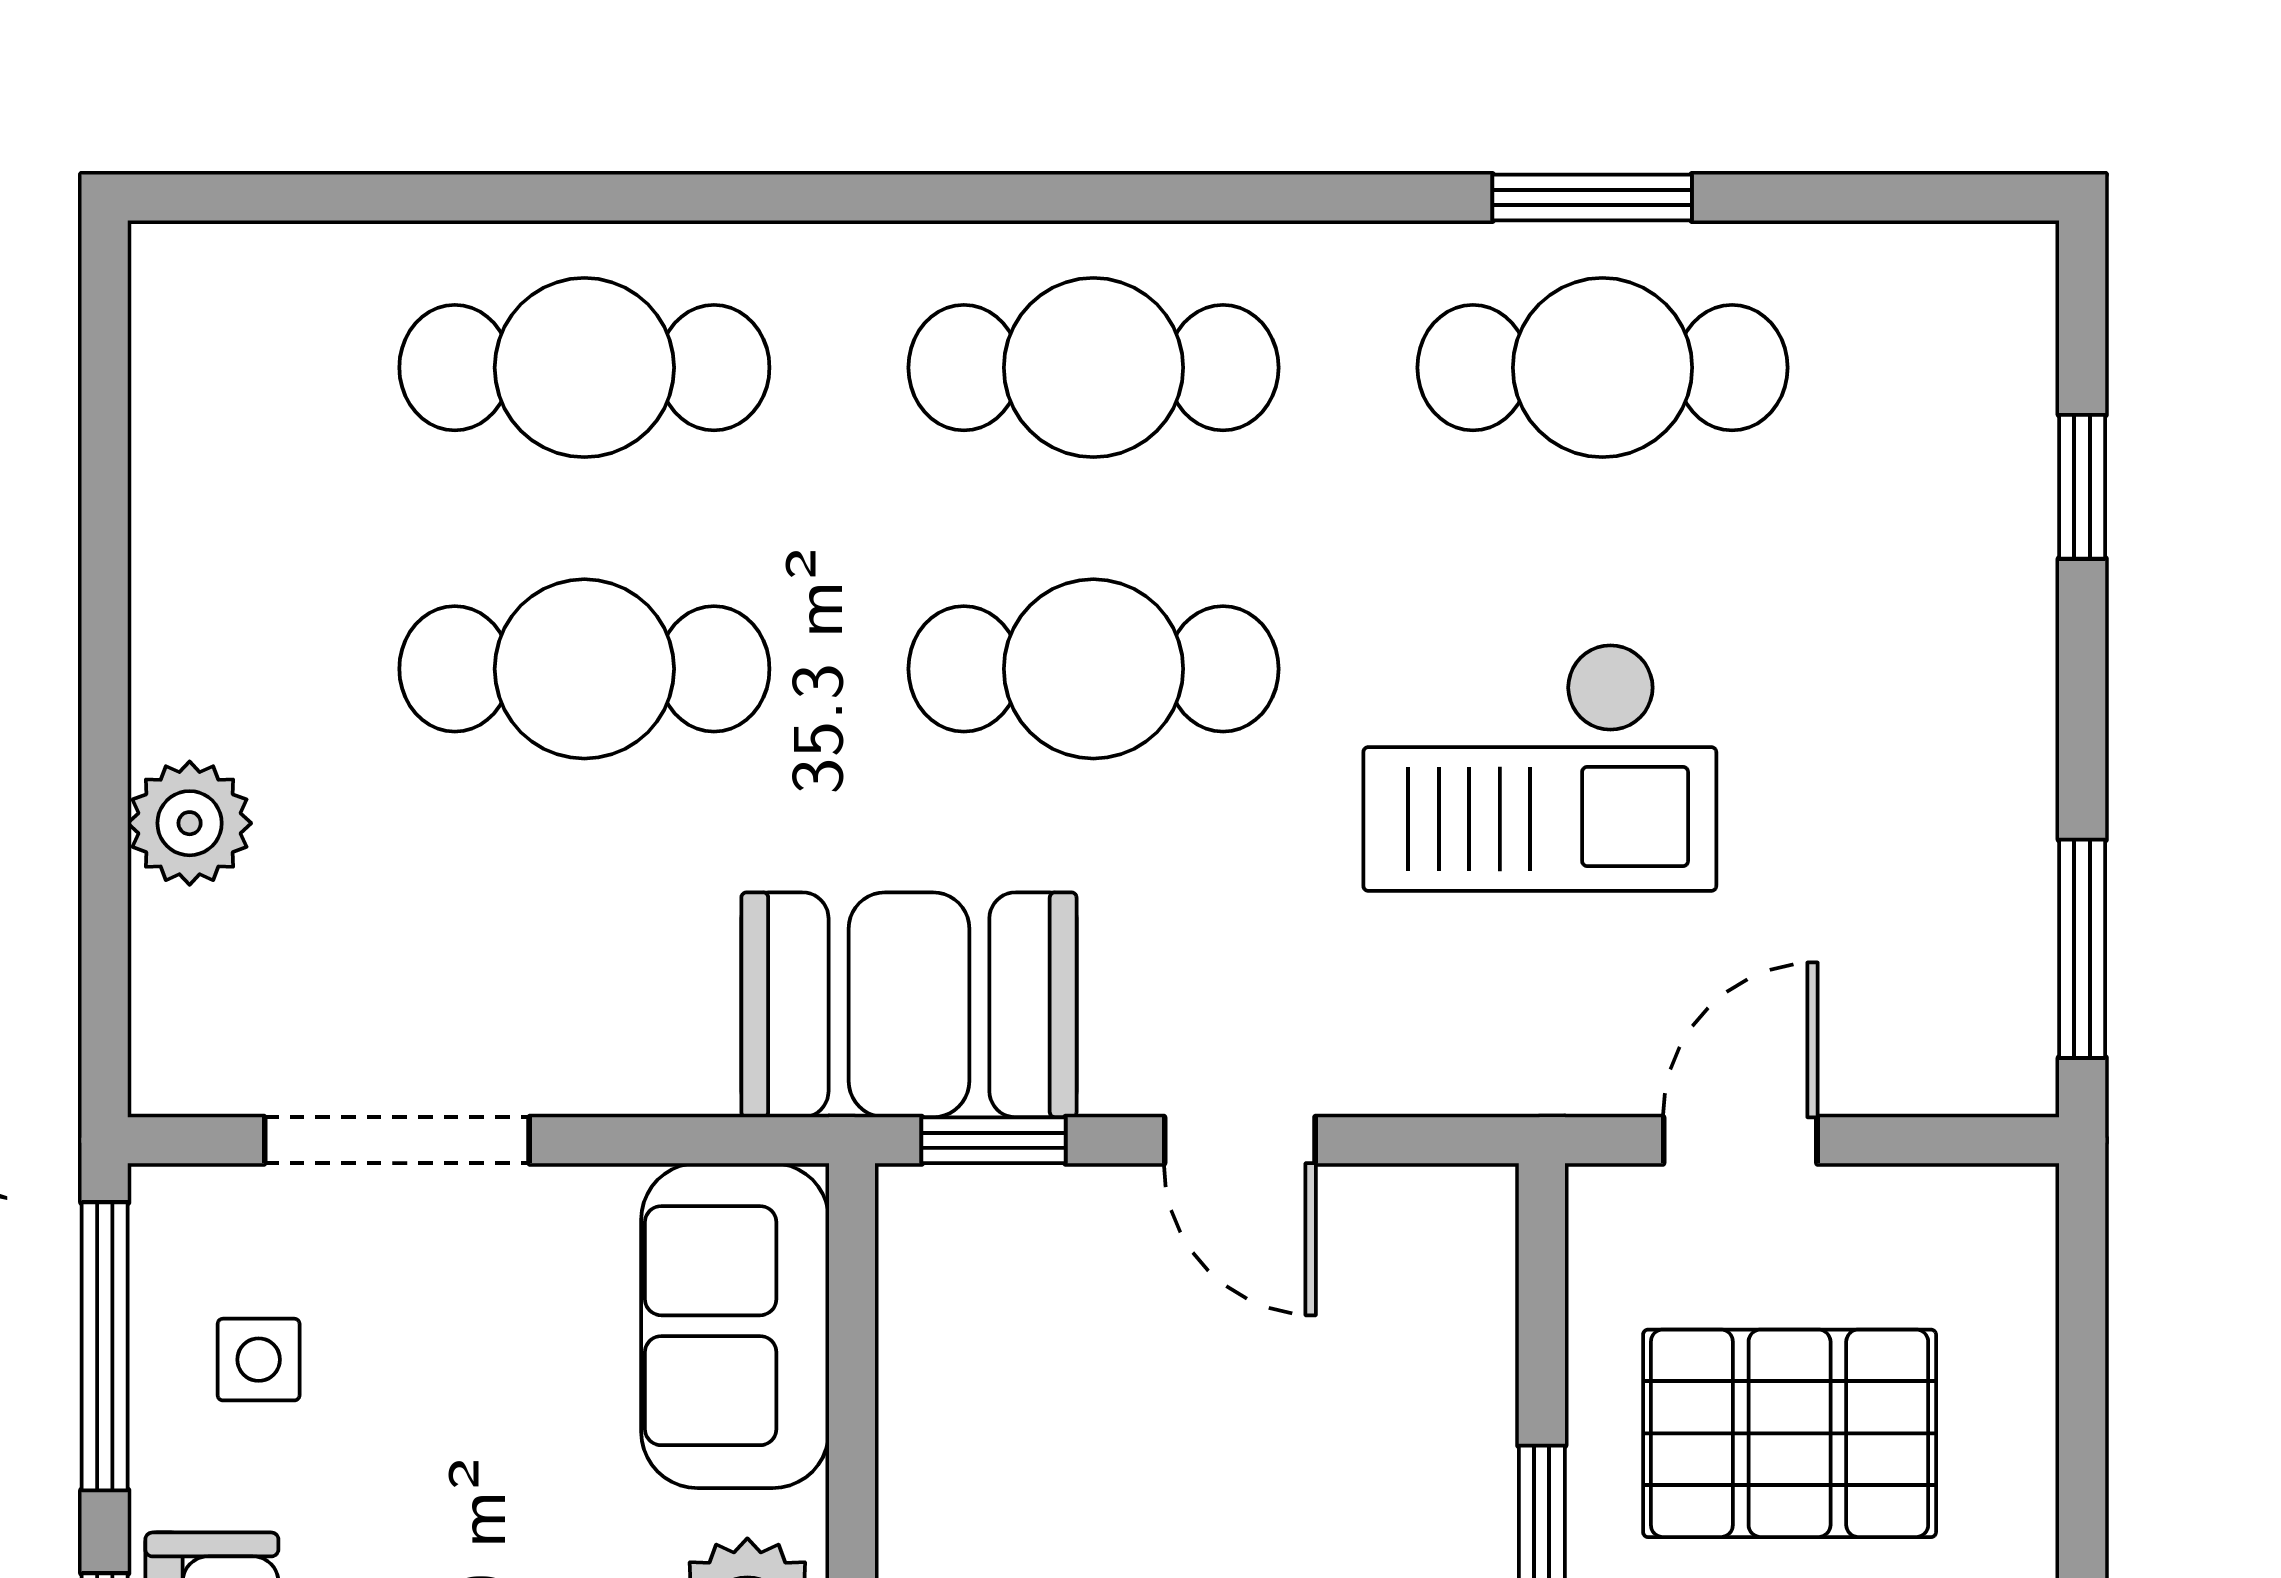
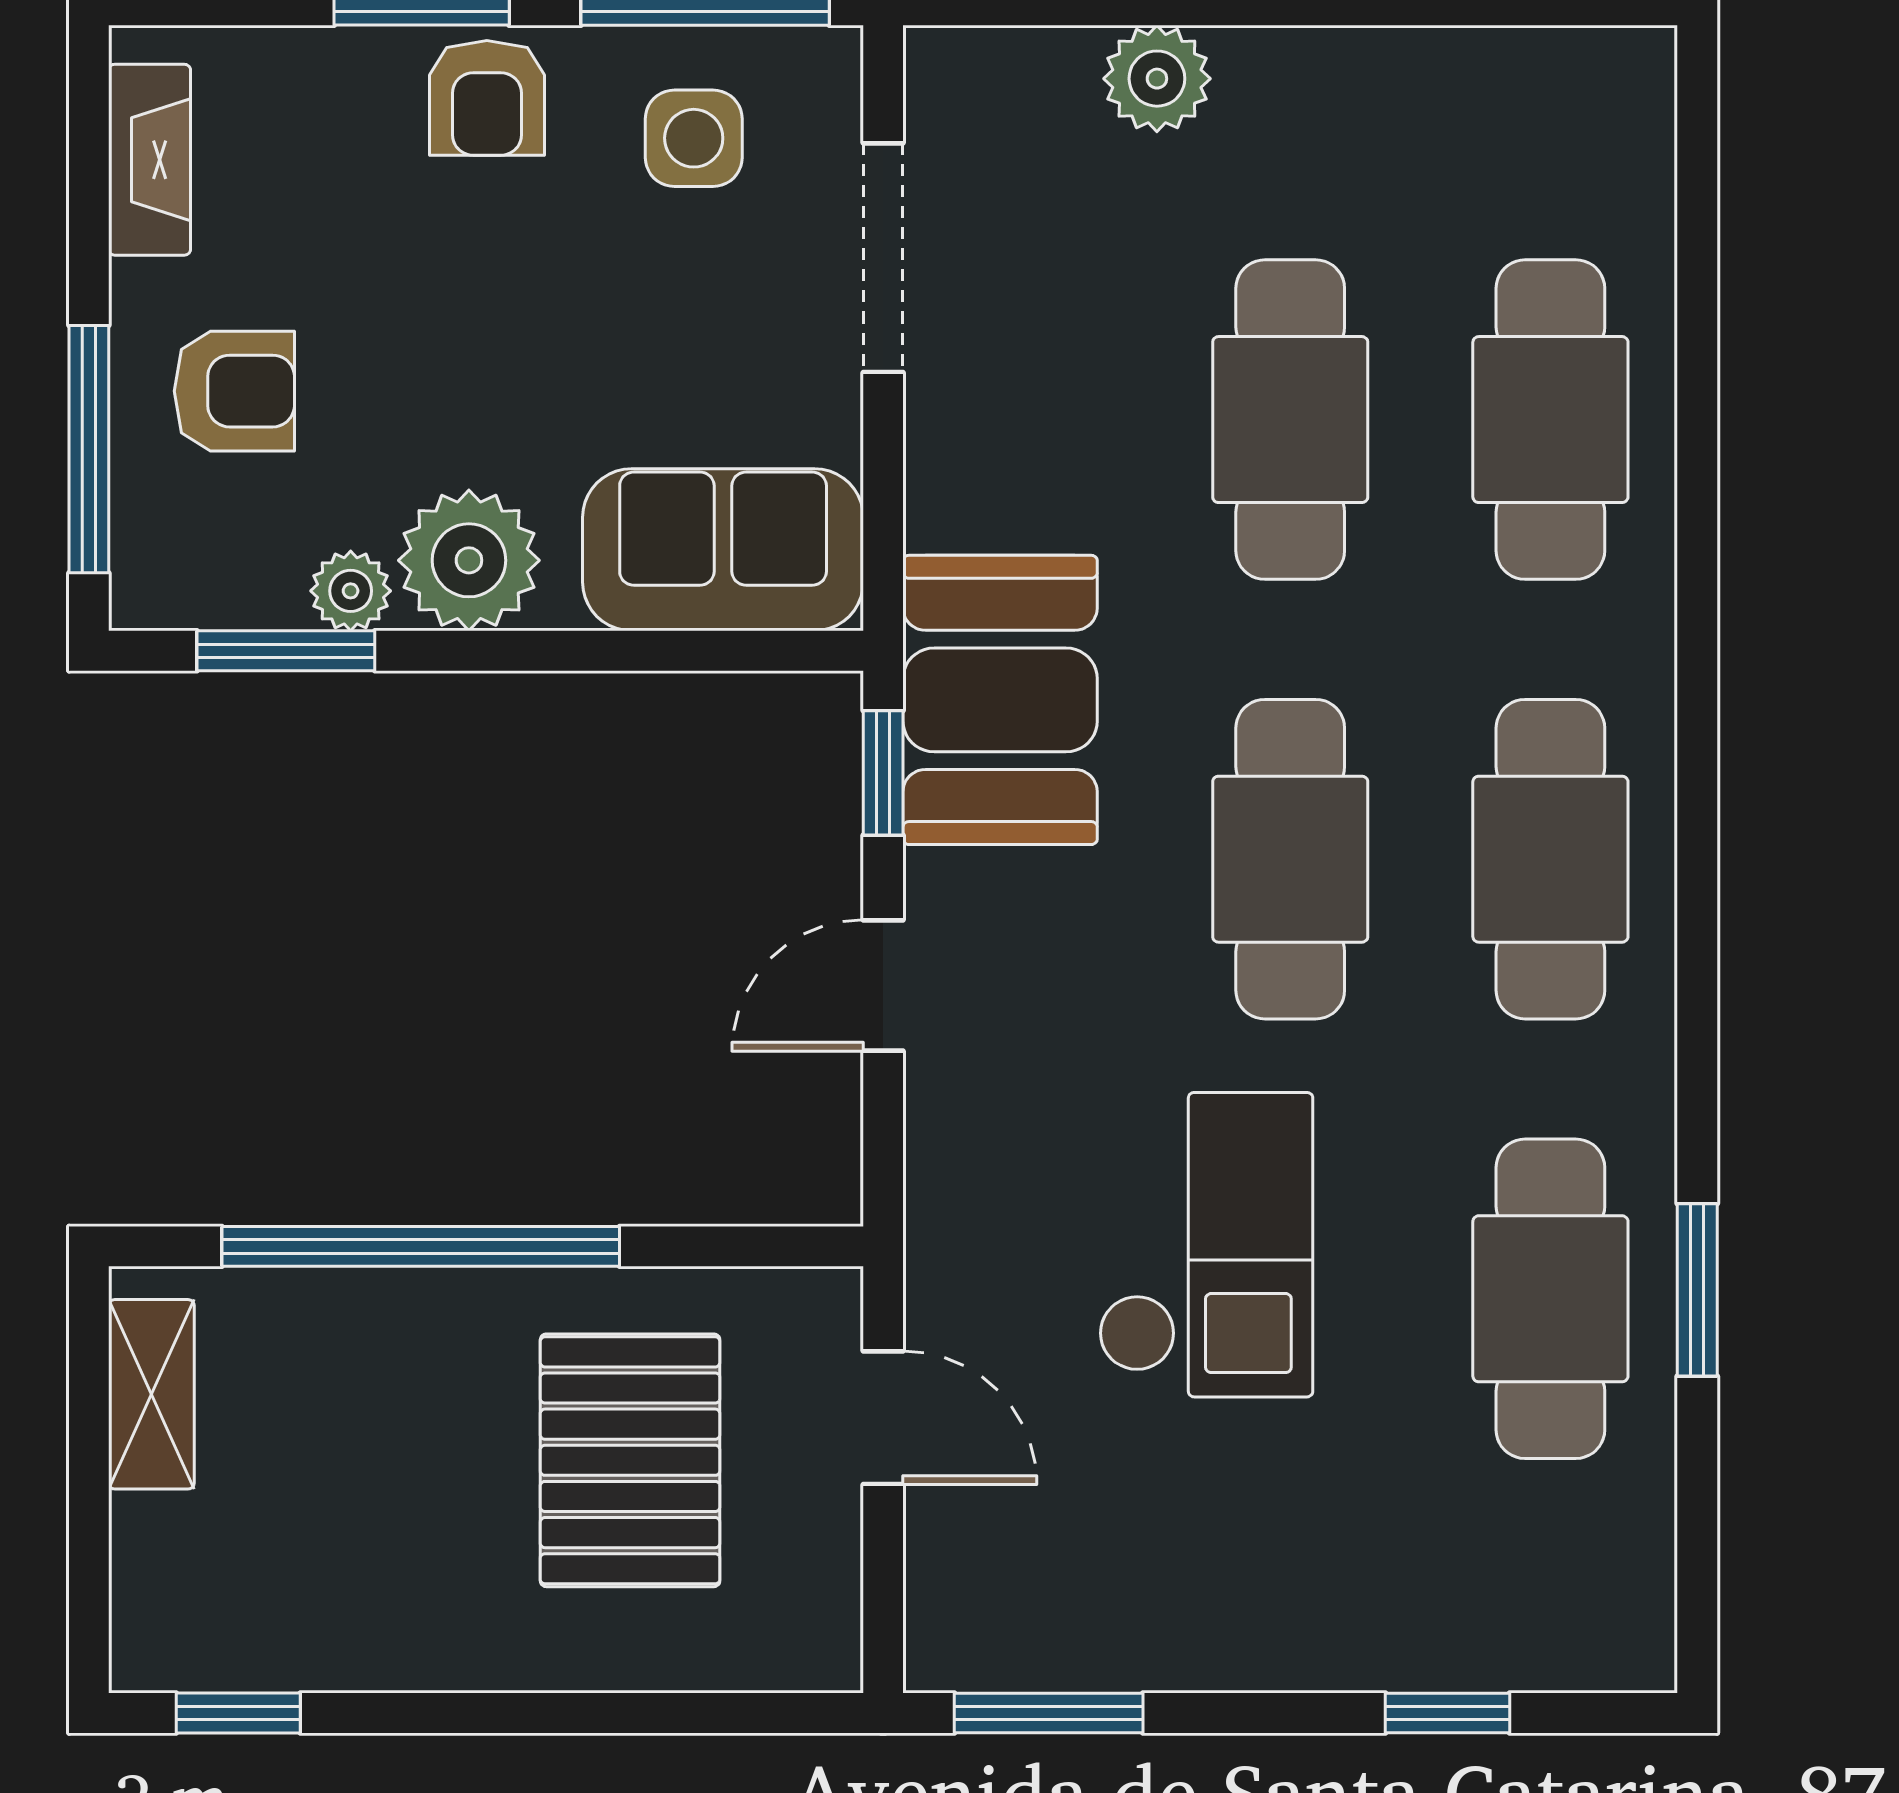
checkout: (1540, 767) -> (1206, 1245), turned 180
side table: (259, 1360) -> (694, 138), width x1.37, depth x1.37

